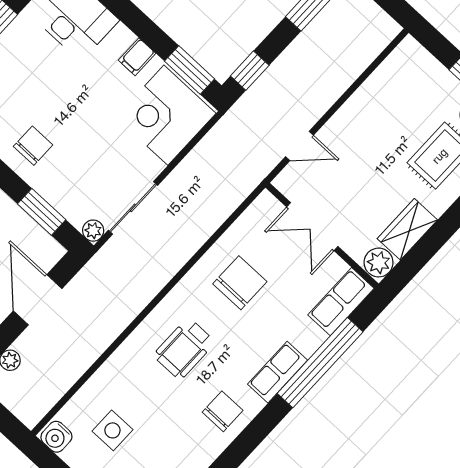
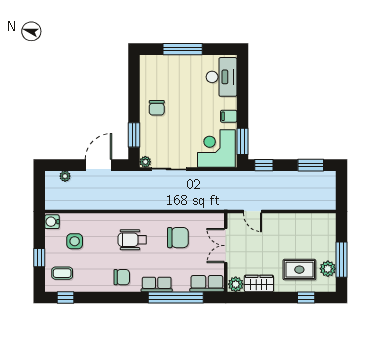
chair: (33, 146) -> (157, 108), turned 90

